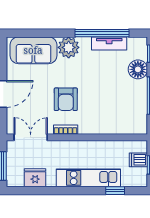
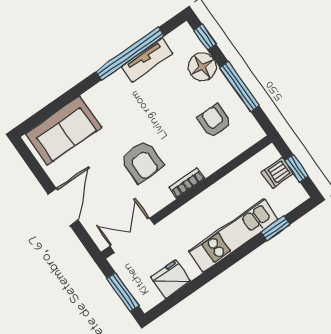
plant: (69, 47) -> (103, 98), removed
armchair: (123, 105) -> (215, 121), added
bookcase: (66, 130) -> (187, 183), moved

